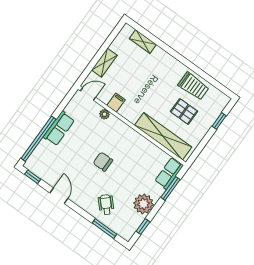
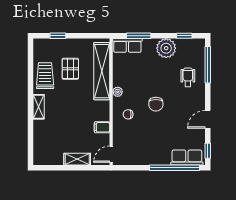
shelving: (143, 42) -> (39, 107), moved
door: (88, 94) -> (111, 154), hinge flipped
plant: (104, 114) -> (118, 92), moved
row of seats: (59, 128) -> (187, 158), moved
chair: (111, 132) -> (128, 114), added
wheelchair: (106, 205) -> (188, 77), turned 133
window: (105, 229) -> (208, 65), width x1.44

